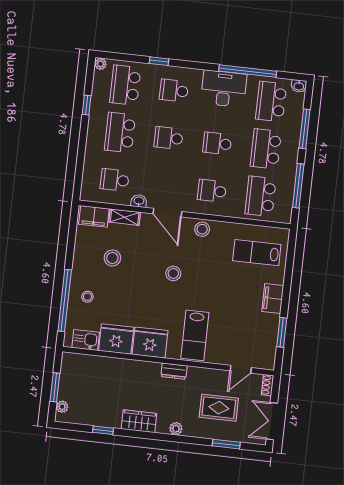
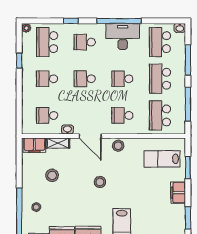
window: (248, 71) -> (119, 21), moved
school desk: (120, 133) -> (47, 79), width x0.54
window: (289, 268) -> (188, 168), added

